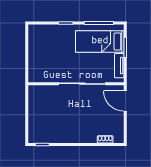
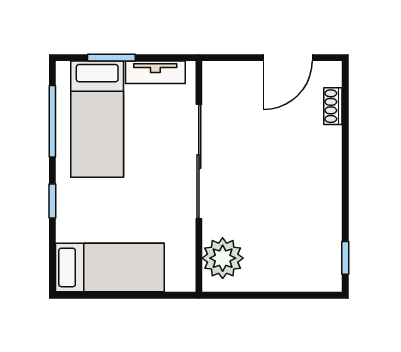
bed: (38, 47) -> (110, 267), added
plant: (42, 94) -> (223, 258), added
door: (125, 101) -> (288, 58), moved

